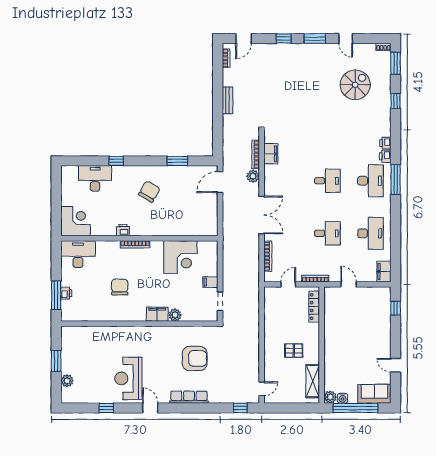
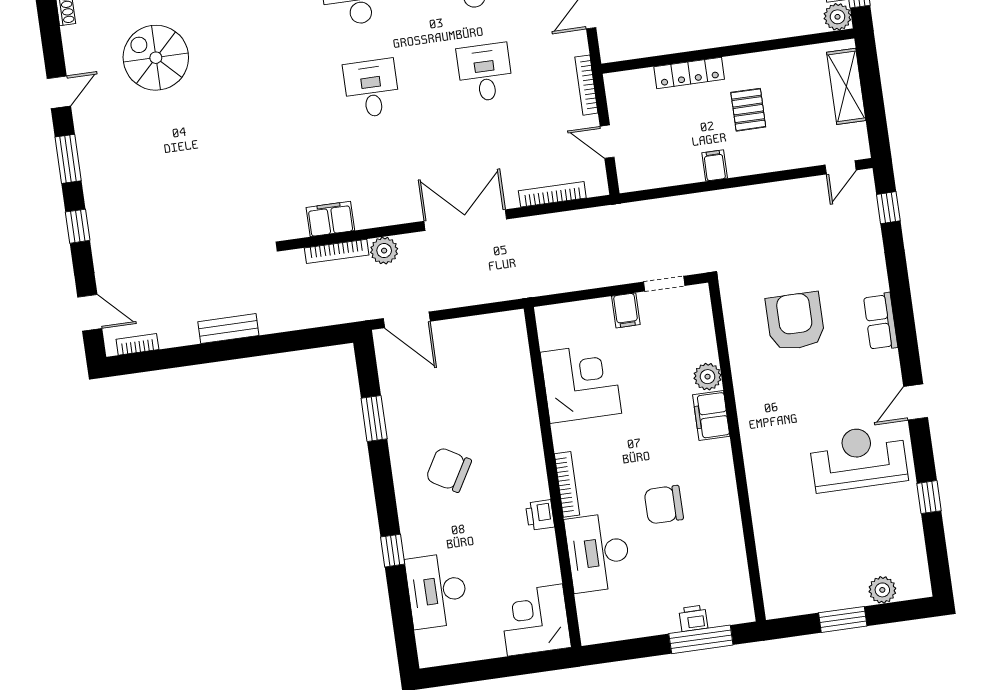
desk: (78, 254) -> (598, 553), moved
locker: (314, 307) -> (689, 73), moved
filing cabinet: (271, 332) -> (715, 165), added
reception desk: (128, 378) -> (858, 458), turned 180
shelving: (313, 381) -> (846, 86), moved, turned 90
door: (262, 389) -> (841, 167), swing flipped
row of seats: (189, 397) -> (881, 322), width x0.68

